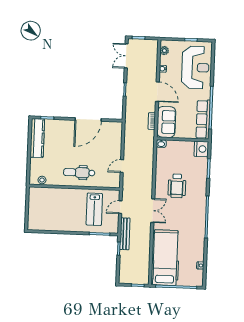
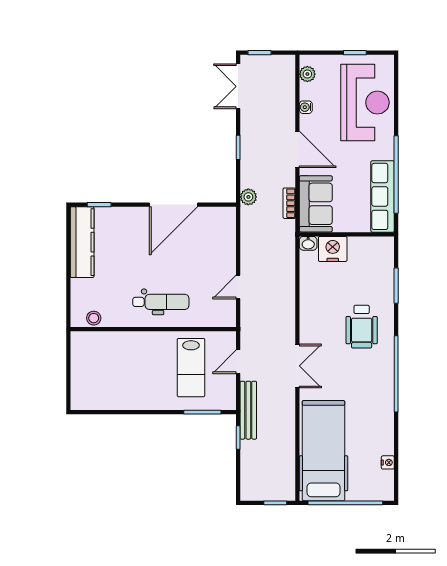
plant: (129, 117) -> (248, 197), added
nightstand: (201, 149) -> (333, 249), moved, turned -90
dental chair: (79, 173) -> (161, 302), turned 180
wheelchair: (177, 186) -> (362, 327), moved

